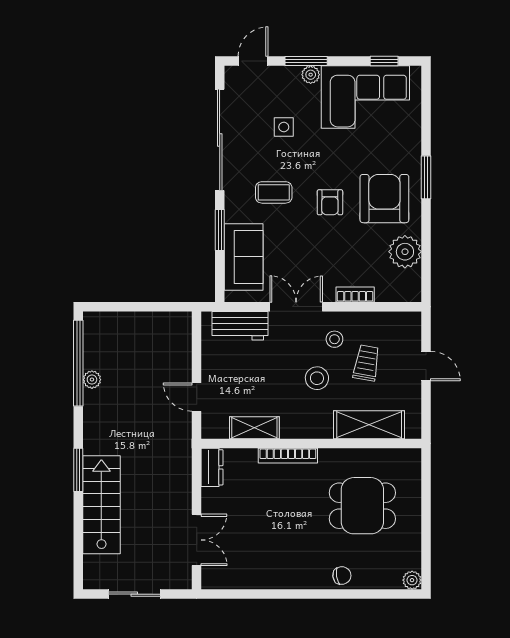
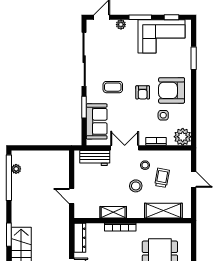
window: (306, 61) -> (140, 17), moved
plant: (311, 75) -> (121, 25), moved
side table: (284, 127) -> (163, 115), moved
window: (426, 177) -> (194, 58), moved
armchair: (384, 199) -> (172, 90), turned -90
plant: (405, 252) -> (183, 137), moved
plant: (92, 380) -> (16, 169), moved
shelving: (254, 428) -> (113, 212), moved
dresser: (212, 467) -> (80, 238), width x1.44

